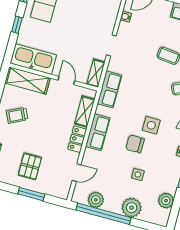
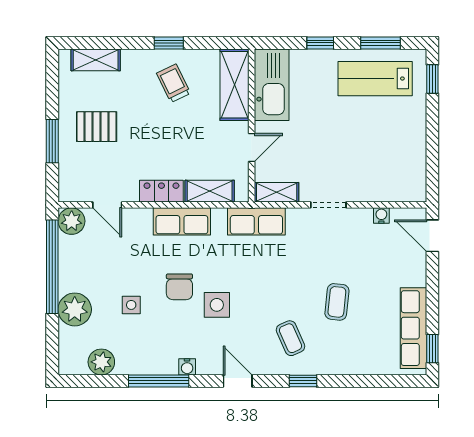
chair: (135, 144) -> (179, 287), turned 180
plant: (96, 200) -> (72, 221), moved

